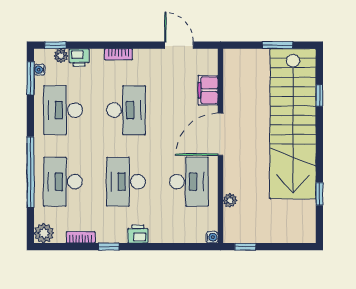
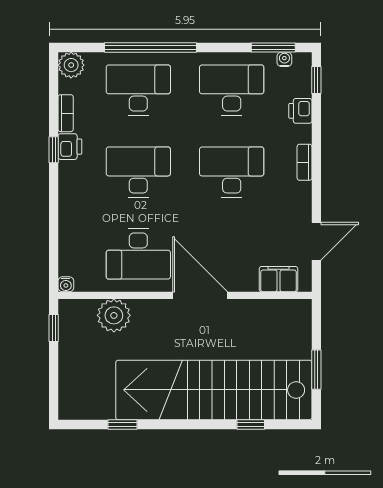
plant: (61, 56) -> (303, 87), removed
filing cabinet: (208, 90) -> (279, 279), moved
desk: (126, 110) -> (232, 172), turned 180
plant: (230, 200) -> (114, 315), width x1.88, depth x1.88
printer: (138, 234) -> (70, 147), moved

